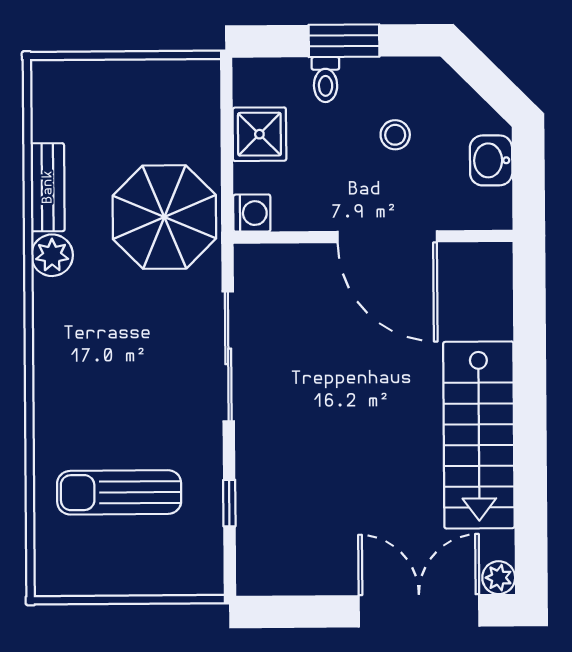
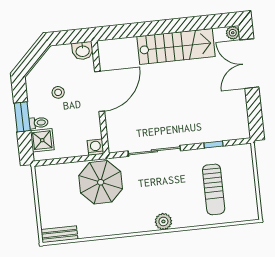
shower: (259, 134) -> (42, 140), moved
washbasin: (491, 160) -> (83, 51), moved
bench: (48, 187) -> (59, 234), moved
plant: (52, 255) -> (163, 221), moved

